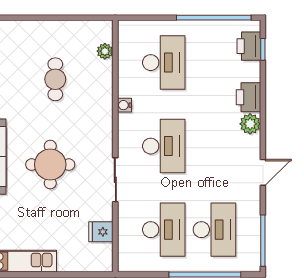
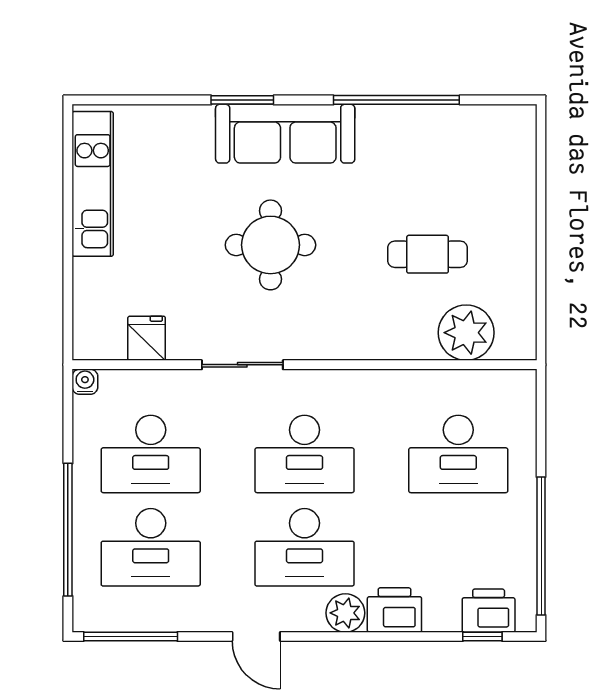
plant: (105, 51) -> (466, 333), width x1.88, depth x1.88
water cooler: (124, 105) -> (85, 382), moved
desk: (214, 146) -> (304, 547), added

